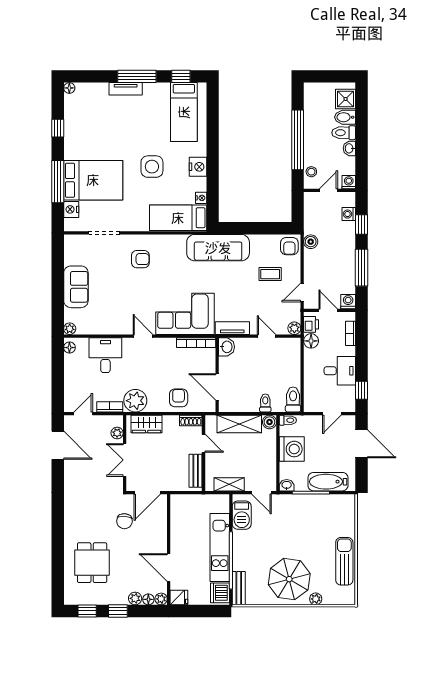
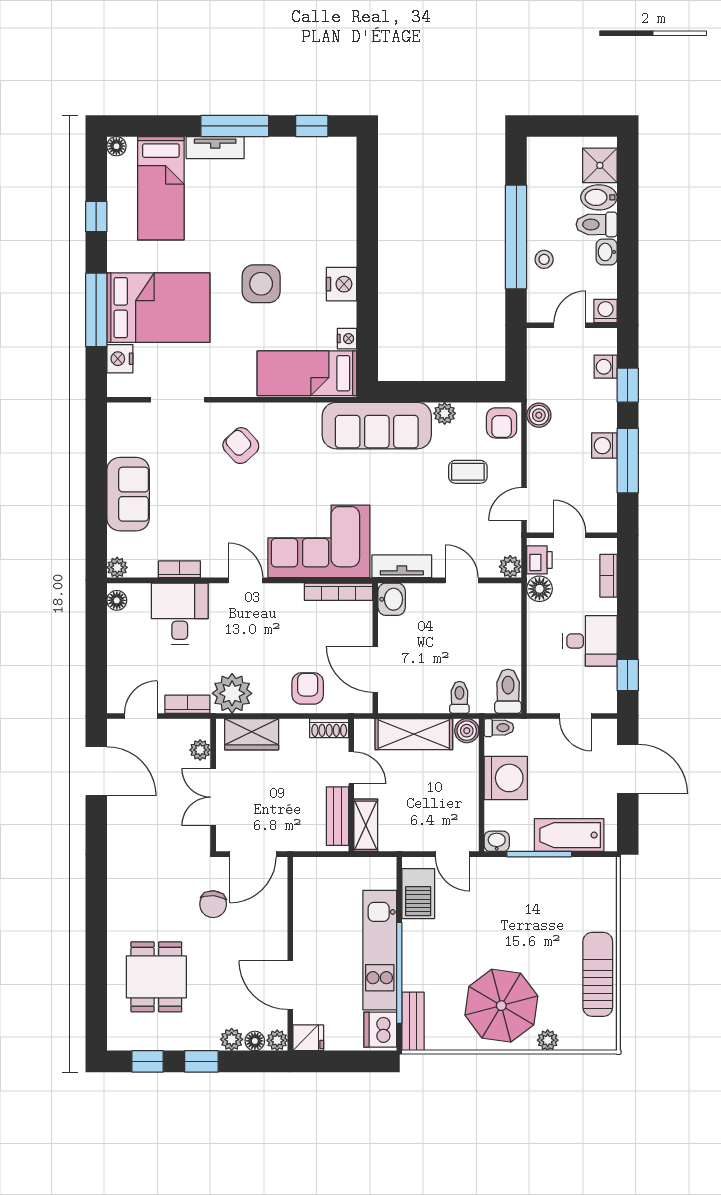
bed: (184, 112) -> (161, 188), moved
stool: (311, 172) -> (544, 259), moved
plant: (257, 241) -> (445, 413), added
armchair: (140, 259) -> (241, 446), turned -132
washing machine: (348, 302) -> (604, 446), moved, turned -90
bookcase: (105, 330) -> (179, 569), added
door: (332, 414) -> (576, 716), hinge flipped
shelving: (229, 484) -> (366, 825), moved, turned 90

